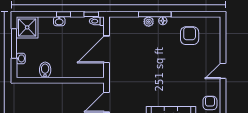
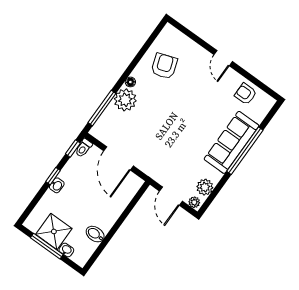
window: (155, 14) -> (102, 108), moved
plant: (149, 22) -> (125, 100), width x1.88, depth x1.88
shower: (27, 27) -> (54, 231), moved
armchair: (190, 36) -> (164, 66), turned 71

